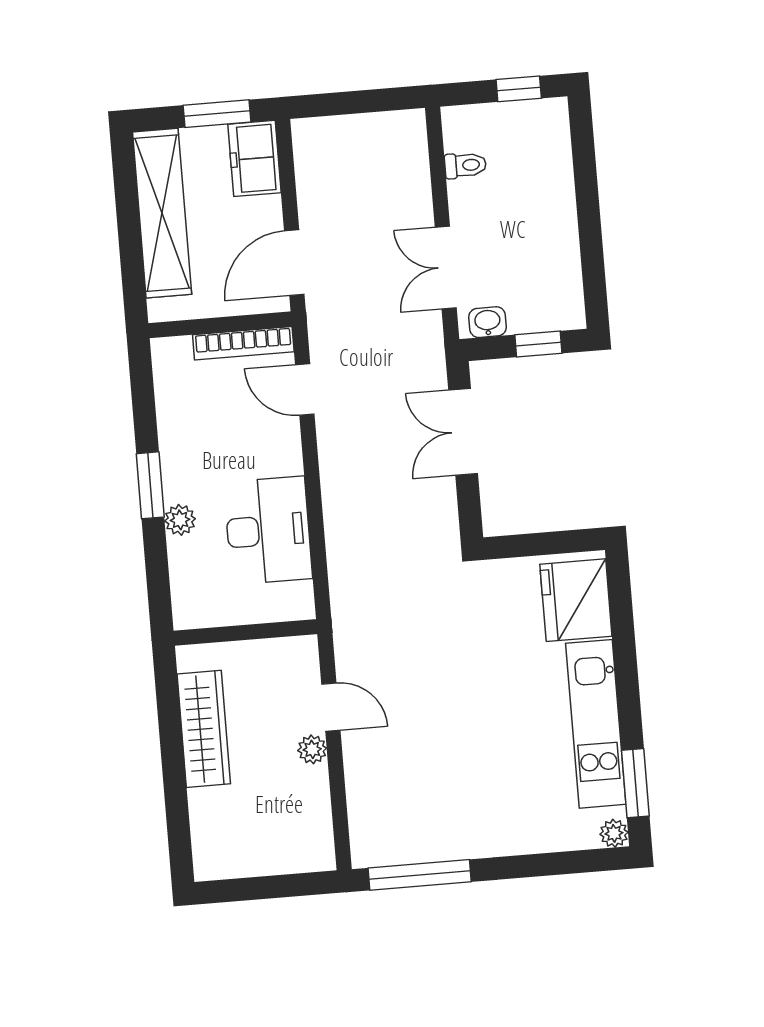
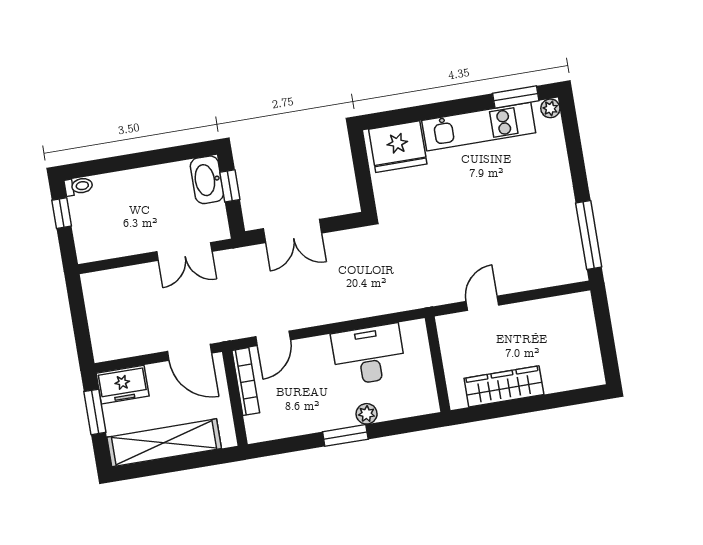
toilet: (465, 165) -> (79, 186), moved, turned 90
washbasin: (488, 322) -> (207, 180), moved, width x1.91, depth x1.45
plant: (312, 749) -> (511, 313), removed

